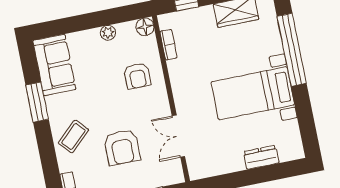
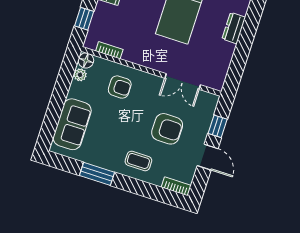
plant: (108, 33) -> (80, 75), moved
sofa: (54, 65) -> (72, 124), moved, turned 90
coffee table: (73, 136) -> (138, 161), turned -47

